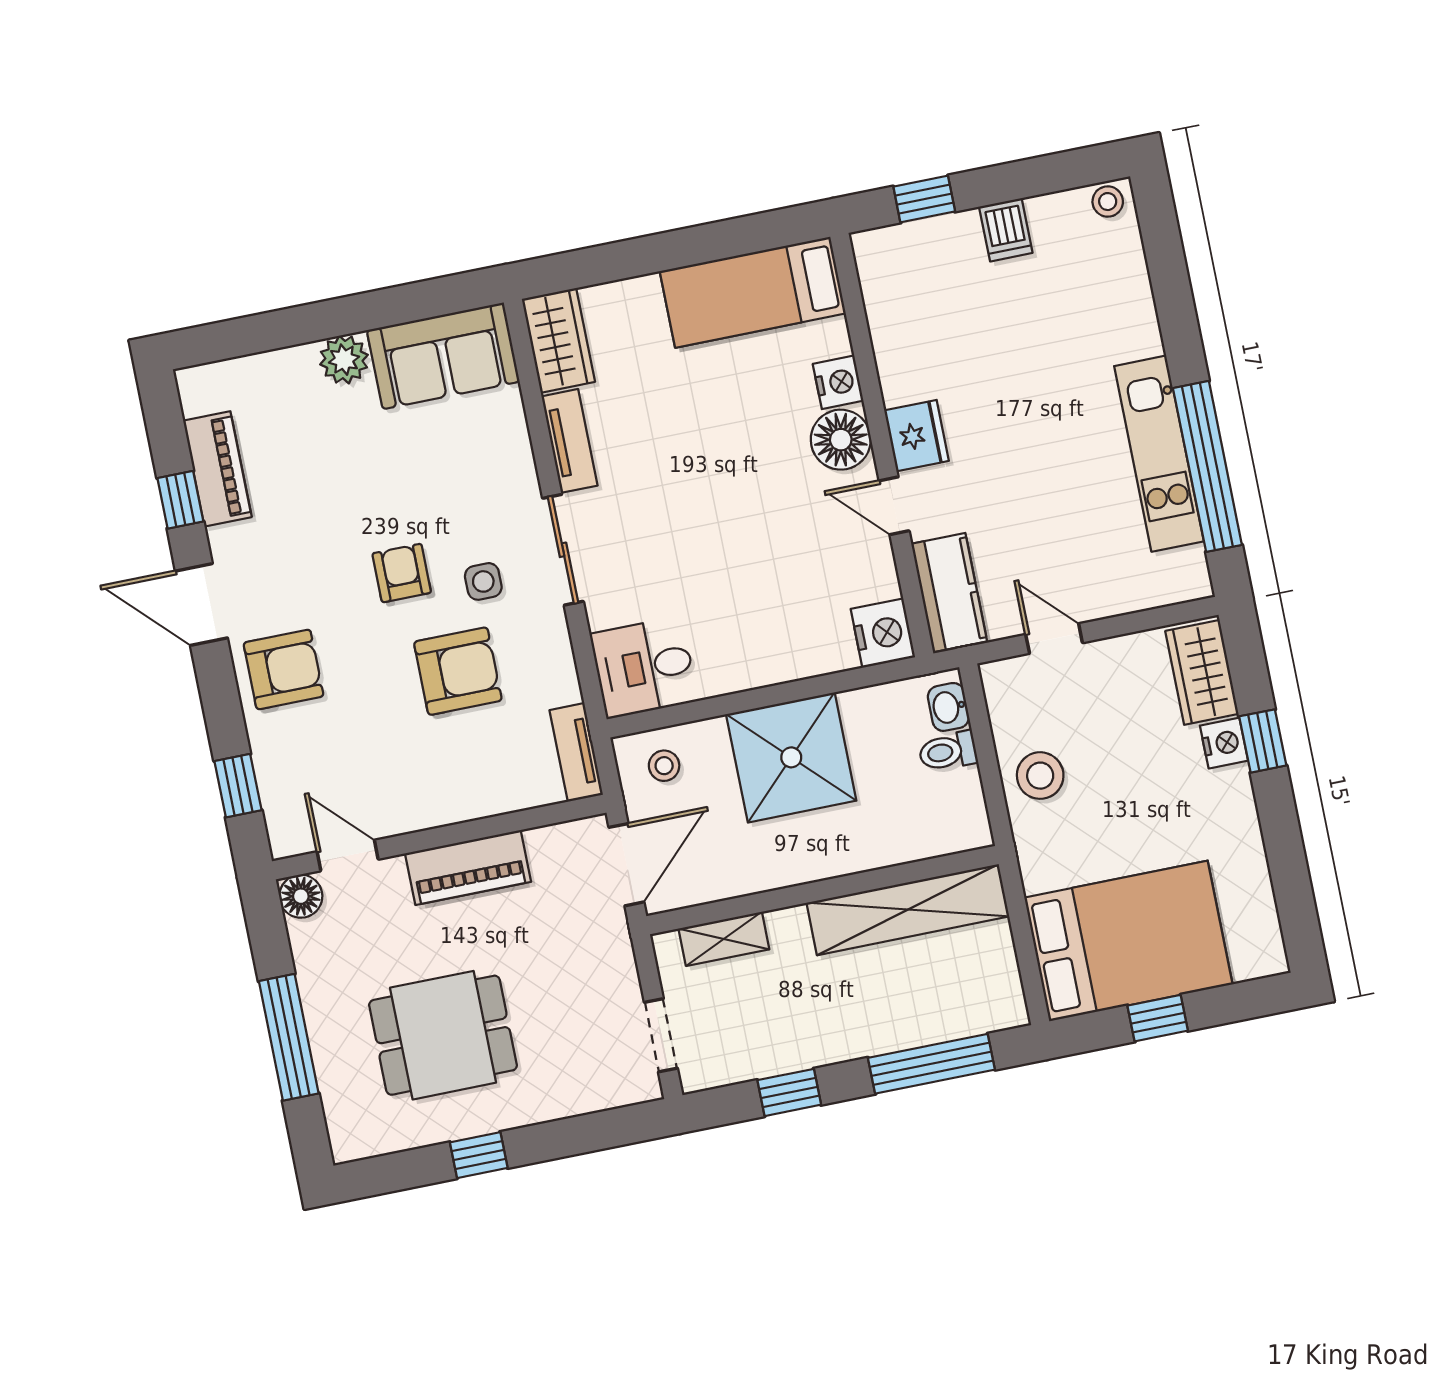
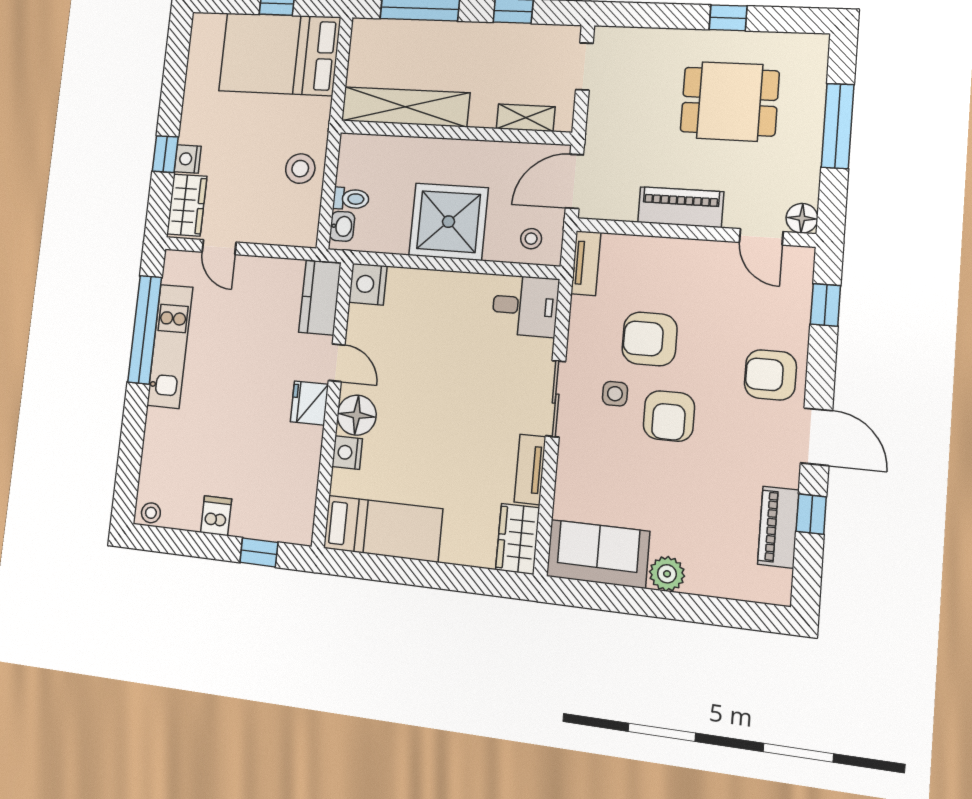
armchair: (402, 573) -> (669, 416), width x1.38, depth x1.38
door: (1054, 639) -> (219, 247), moved

